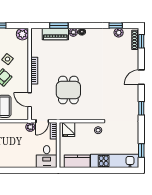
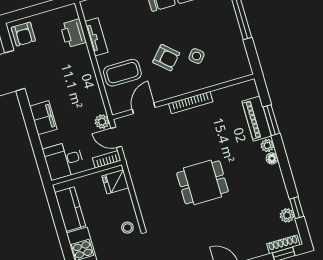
plant: (22, 34) -> (242, 68), removed
dining table: (68, 90) -> (203, 182), moved
filing cabinet: (18, 161) -> (43, 118), added

